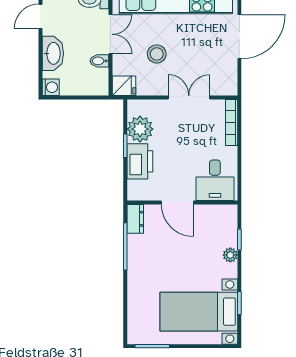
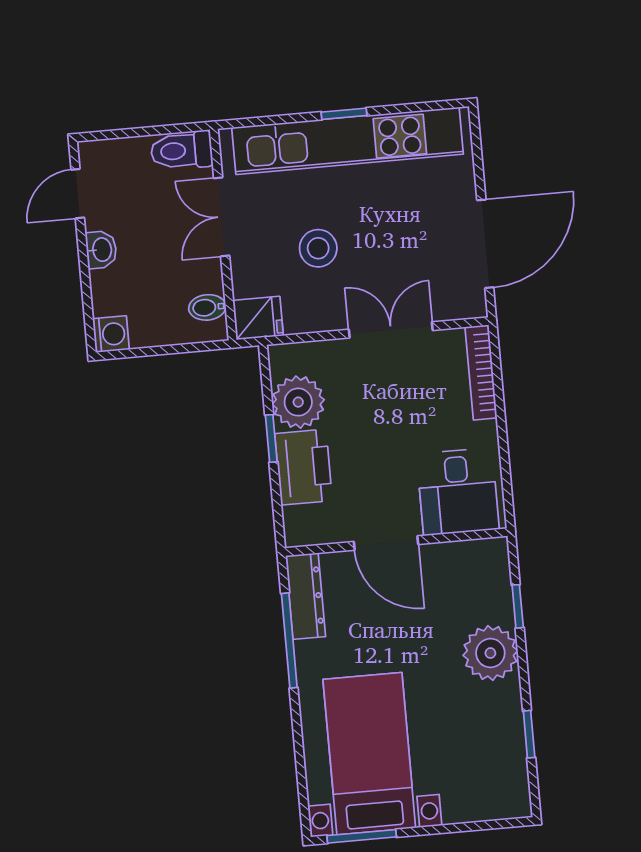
double door: (110, 34) -> (222, 217), swing flipped
door: (239, 37) -> (485, 244), moved
washbasin: (53, 53) -> (101, 250), width x0.52, depth x0.69
bidet: (99, 61) -> (207, 307), moved
dresser: (135, 219) -> (306, 596), width x1.44
plant: (230, 255) -> (490, 653), width x1.88, depth x1.88
bed with nightstands: (199, 312) -> (369, 754), moved, turned 90

